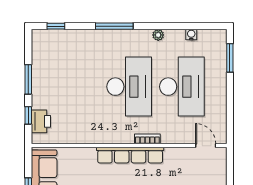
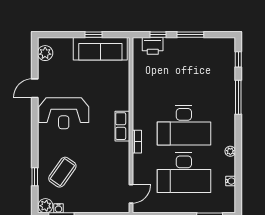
window: (114, 26) -> (238, 97), moved
row of seats: (130, 155) -> (122, 126), width x0.50

